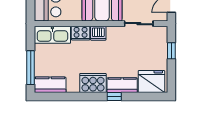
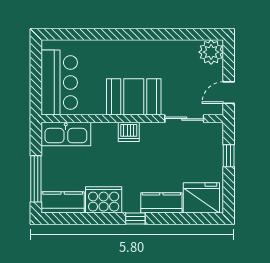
cooker: (81, 33) -> (104, 132), removed
cooker: (93, 83) -> (104, 200), moved
window: (114, 97) -> (135, 219), moved

